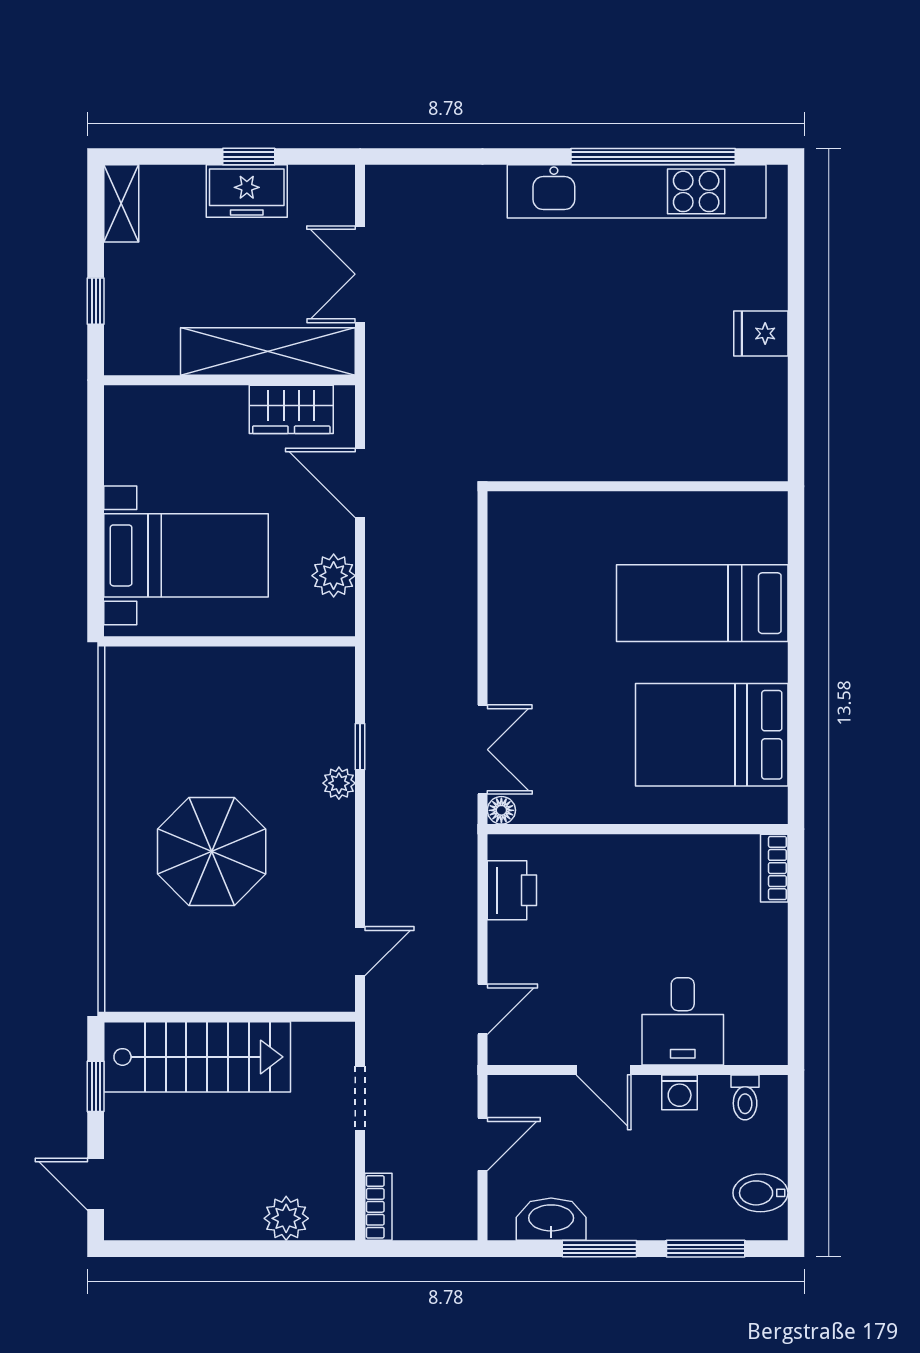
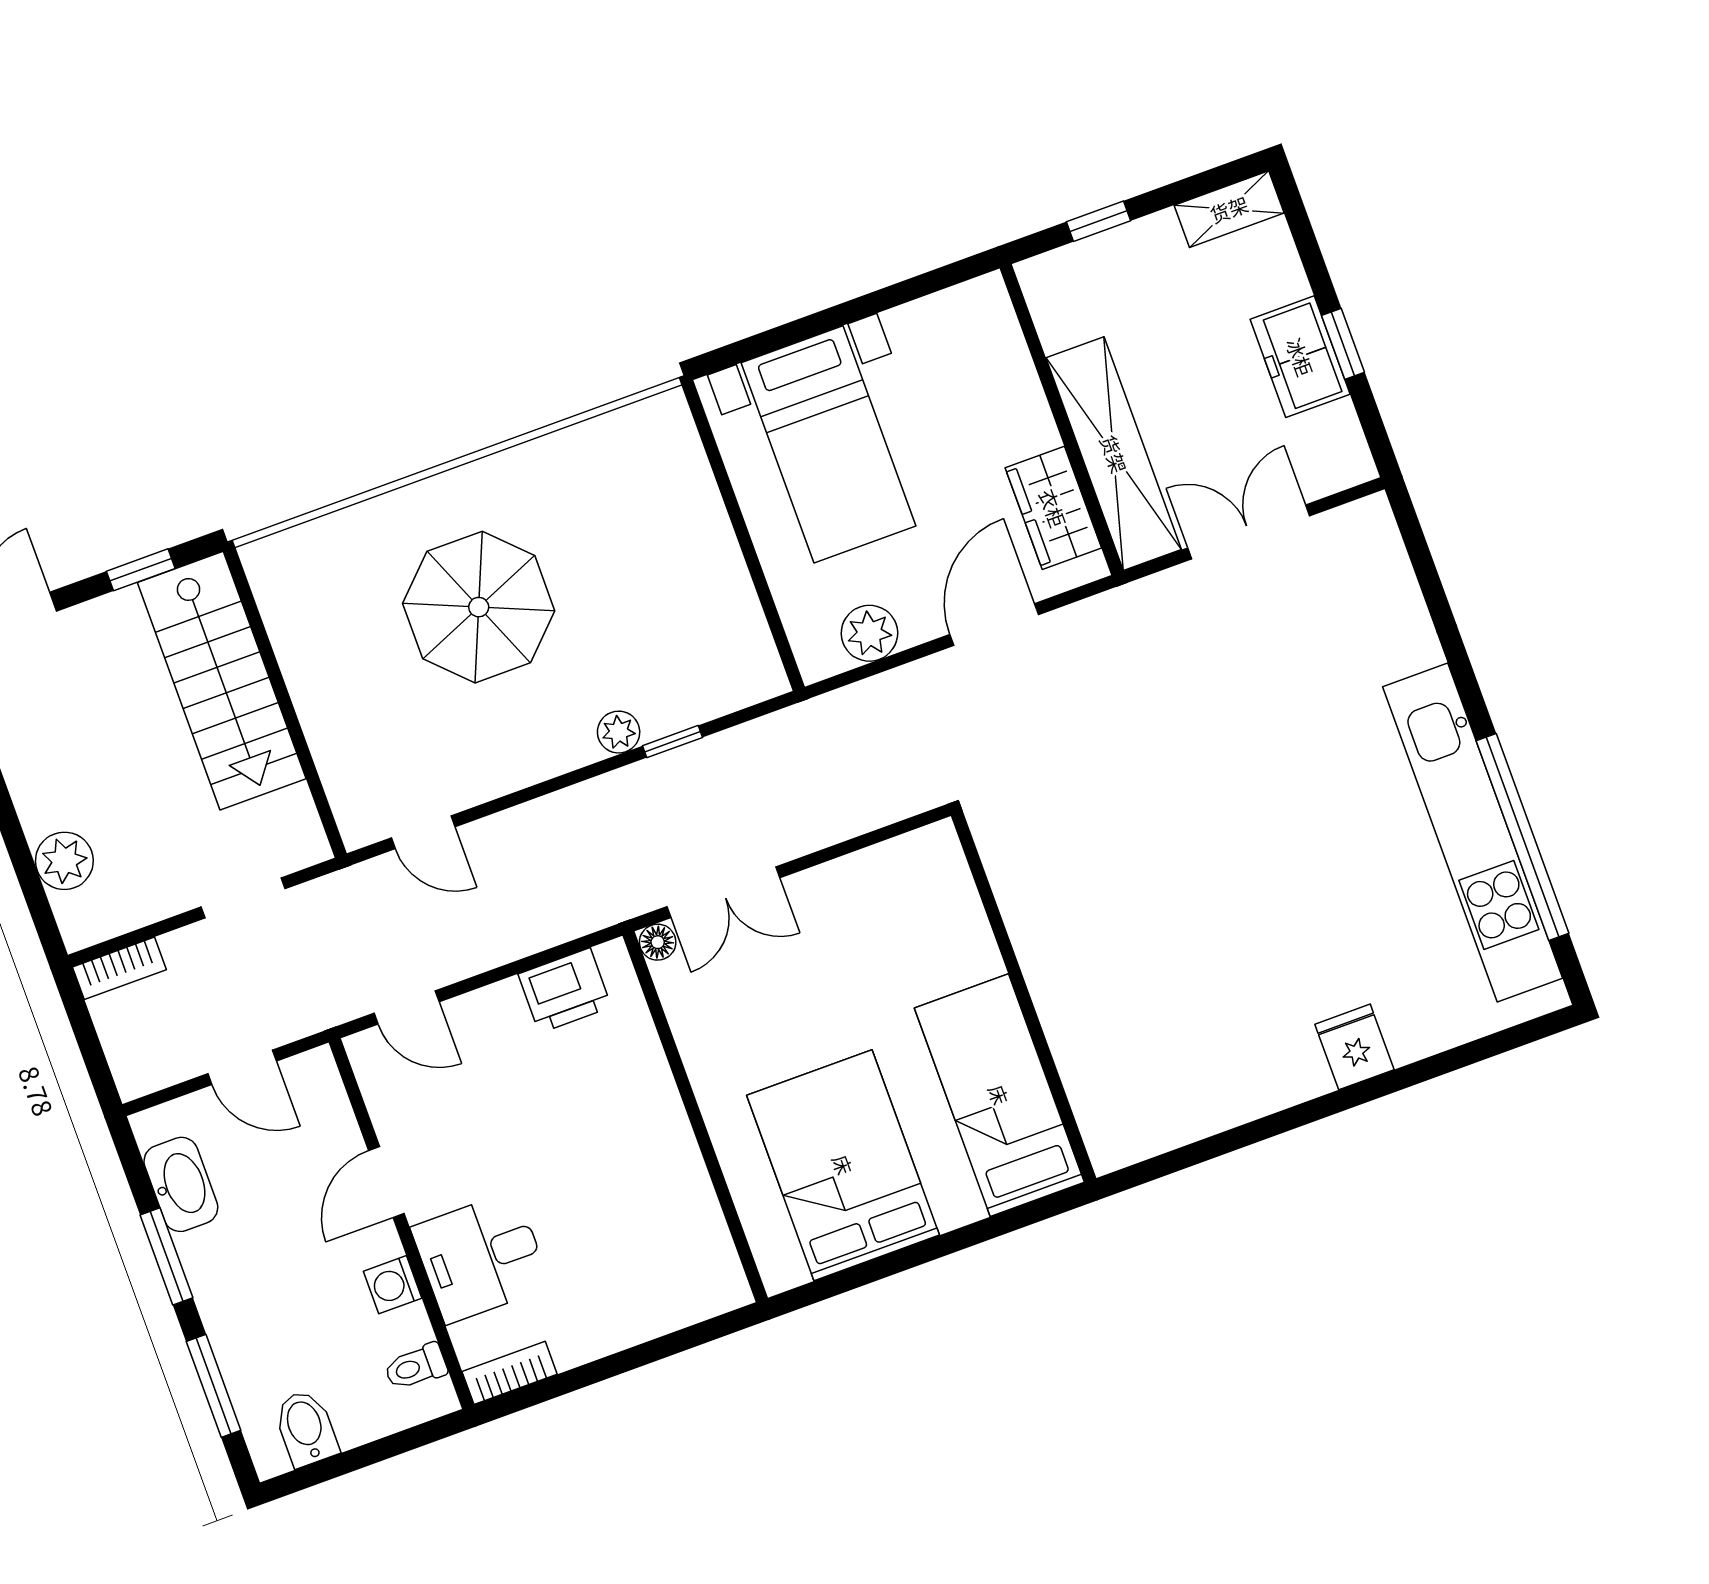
wall: (638, 486) -> (1024, 997), moved
bookcase: (774, 868) -> (510, 1373), moved

